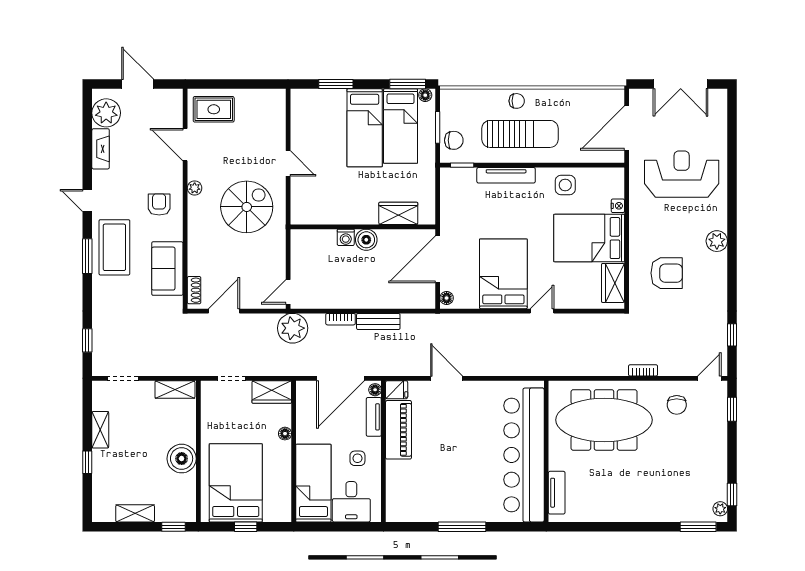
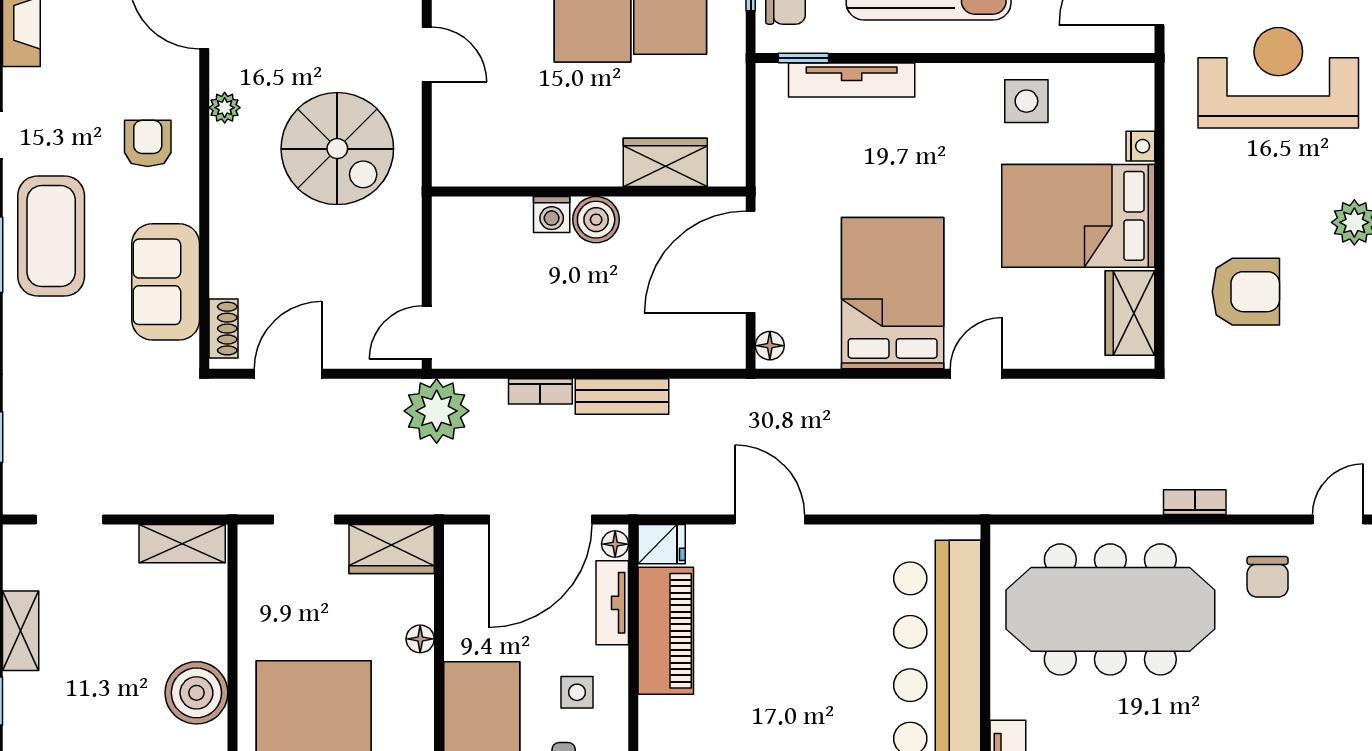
tv unit: (506, 175) -> (852, 80), moved
spiral stairs: (247, 207) -> (337, 149), turned 90

